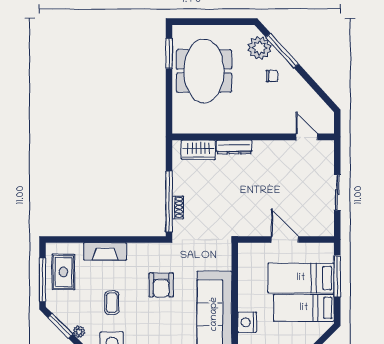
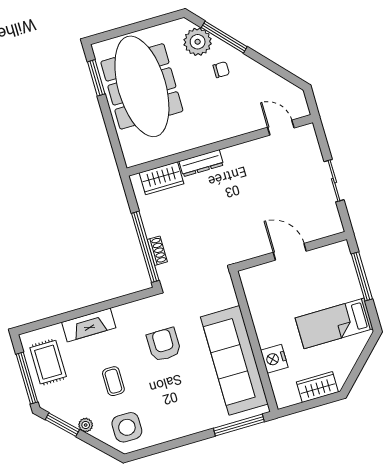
meeting table: (204, 71) -> (142, 86), width x1.36
bed: (301, 278) -> (321, 290), removed
armchair: (161, 285) -> (164, 345), turned 180

